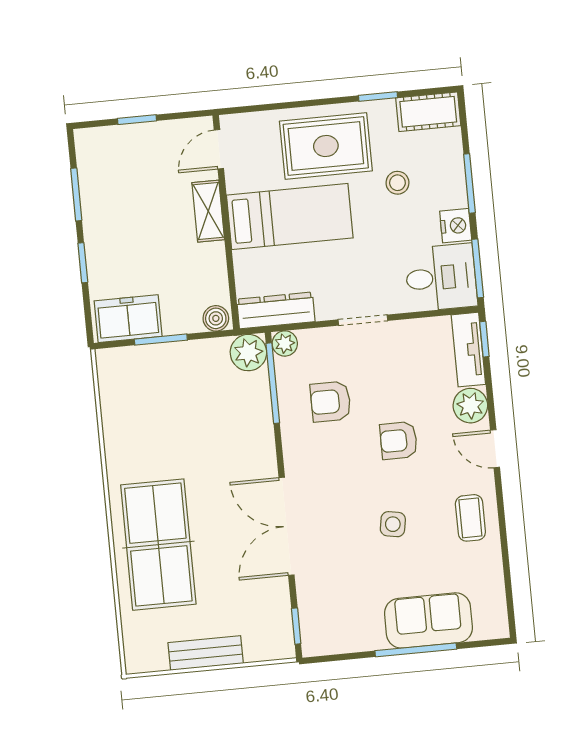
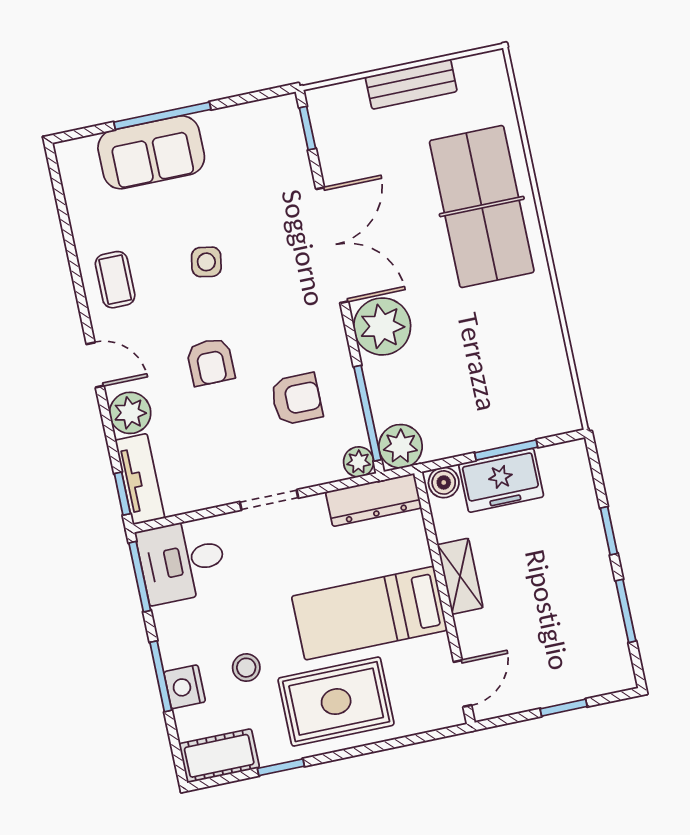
shelving: (208, 211) -> (460, 576), moved
nightstand: (456, 226) -> (185, 687), moved
freezer: (128, 319) -> (501, 480), moved
armchair: (399, 441) -> (211, 362), turned 90
plant: (252, 454) -> (382, 326), added

